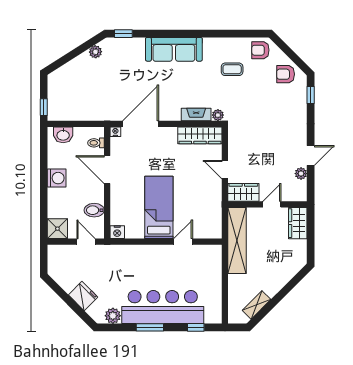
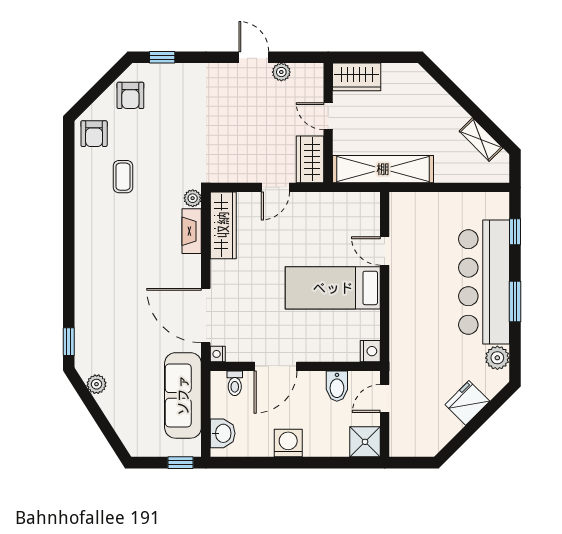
sofa: (174, 49) -> (183, 395), moved, turned 180

